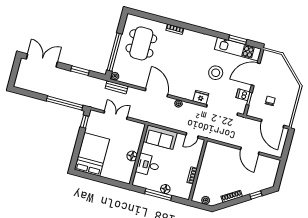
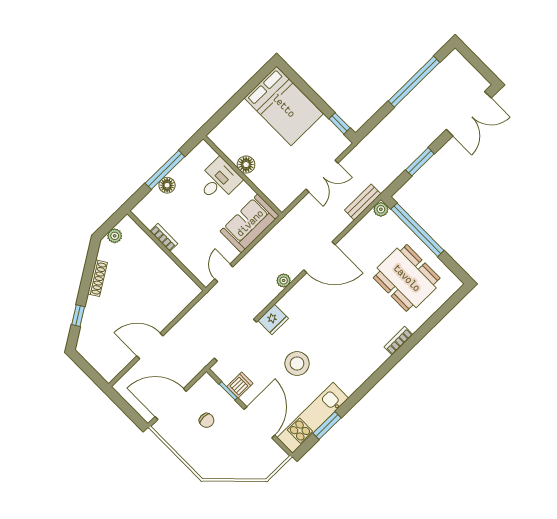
window: (65, 103) -> (414, 82), moved

